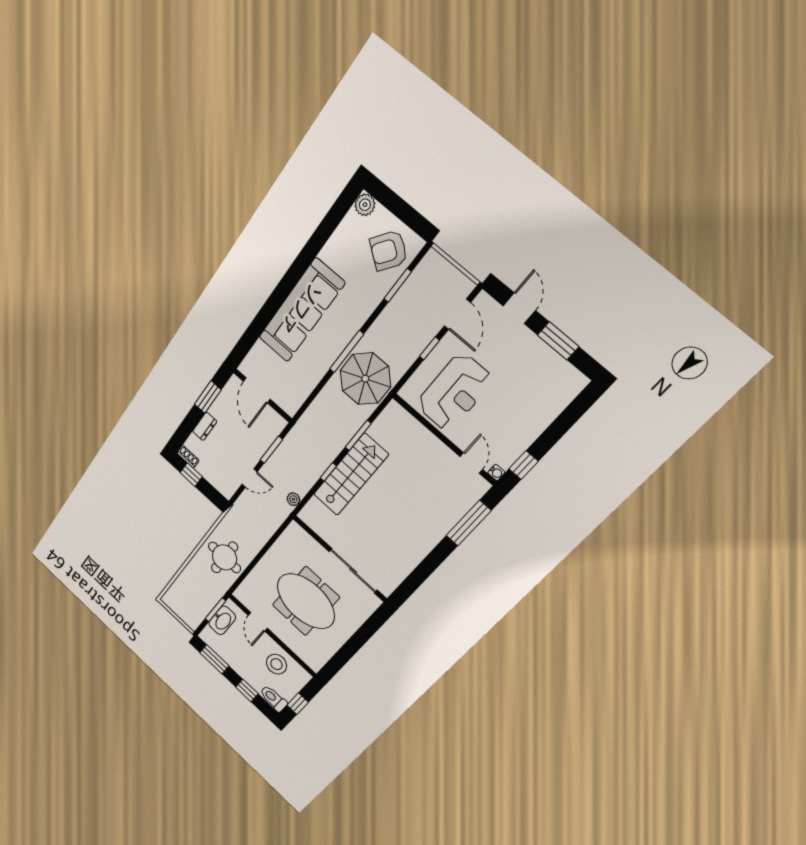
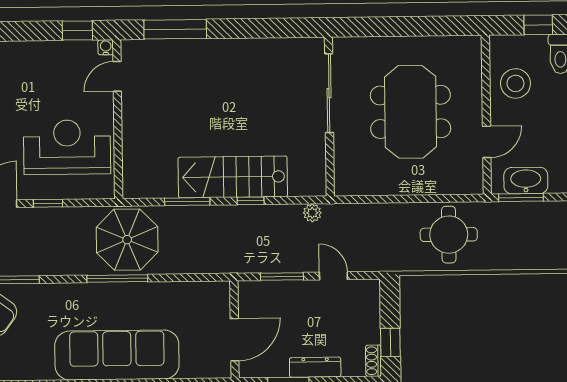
dresser: (205, 426) -> (315, 367), width x1.44

